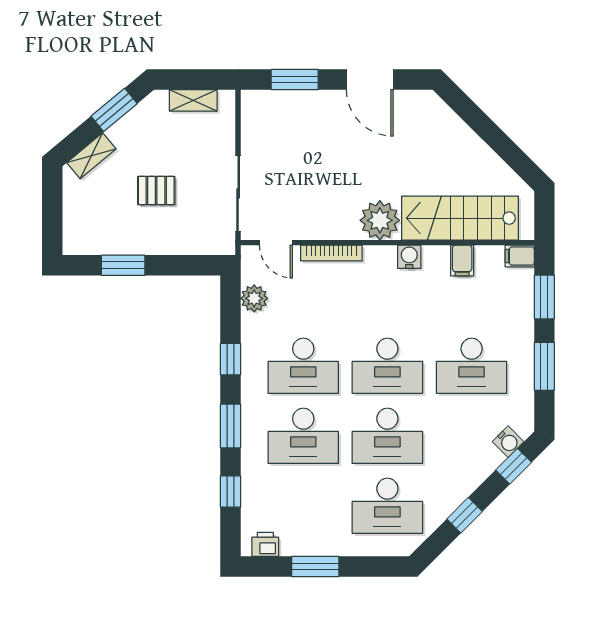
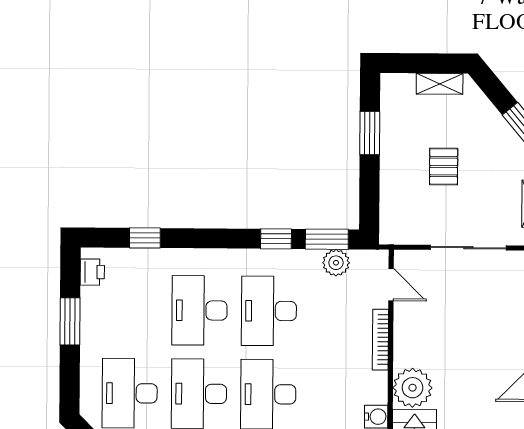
shelving: (91, 156) -> (440, 84), moved, turned -50
sliding door: (238, 193) -> (468, 248), moved
door: (276, 243) -> (391, 285), swing flipped
window: (230, 426) -> (327, 239), moved

